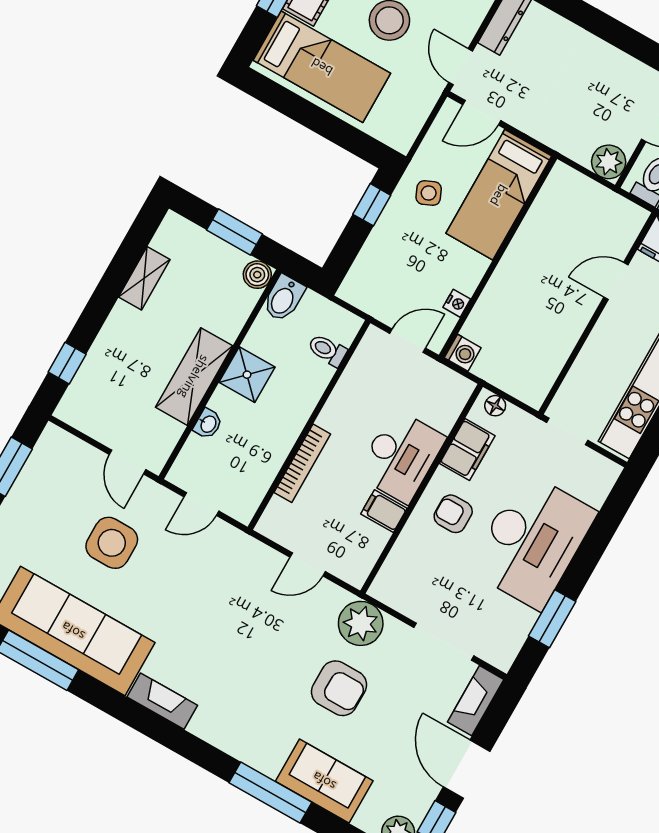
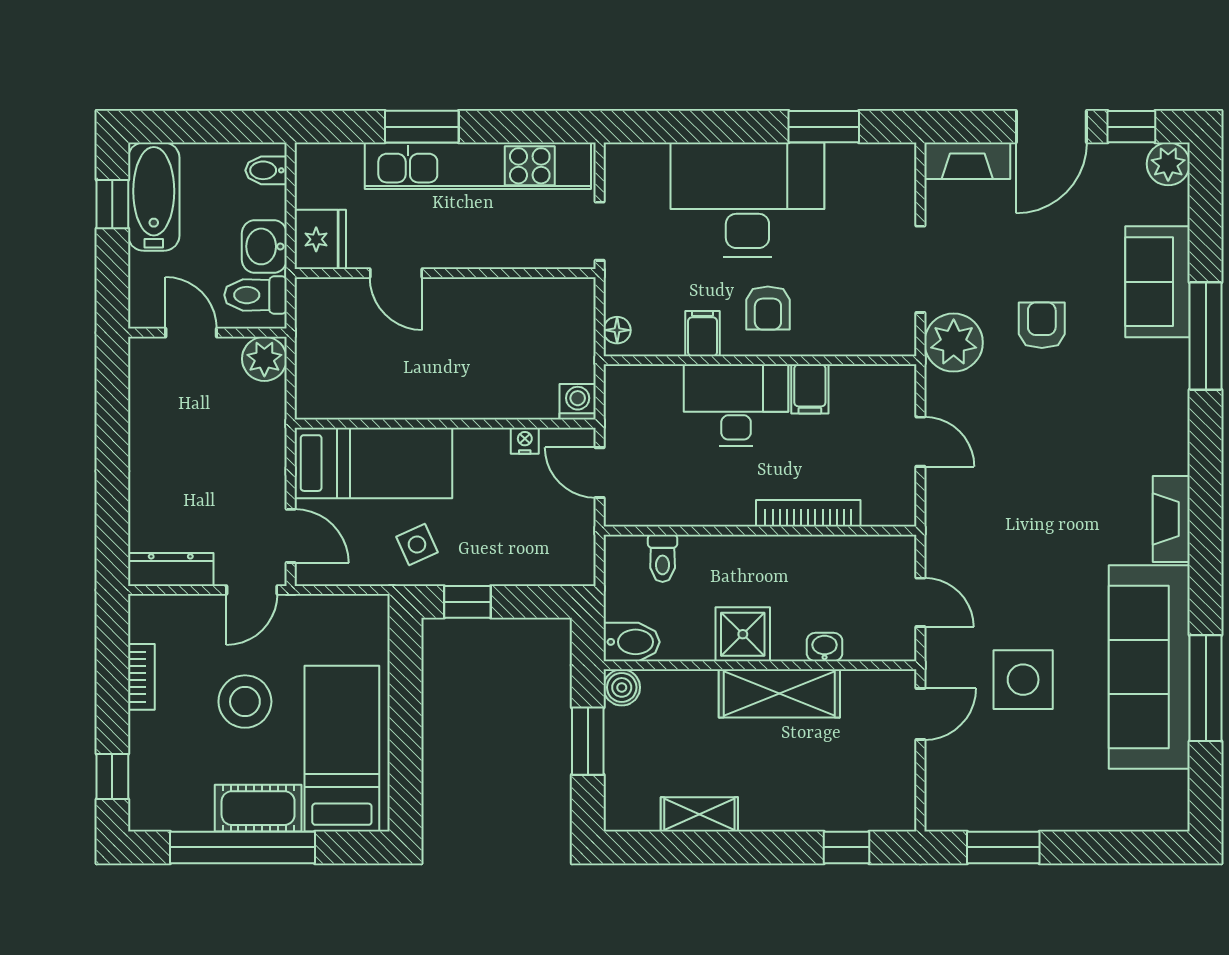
filing cabinet: (467, 450) -> (702, 334), width x0.50
doorway: (444, 642) -> (920, 269), moved
armchair: (339, 688) -> (1042, 325), width x0.72, depth x0.72

